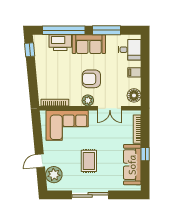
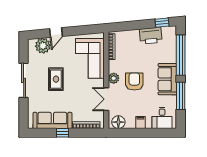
printer: (60, 43) -> (151, 36), moved, turned -95
door: (40, 161) -> (56, 33), swing flipped
rug: (89, 161) -> (56, 79), turned 90

